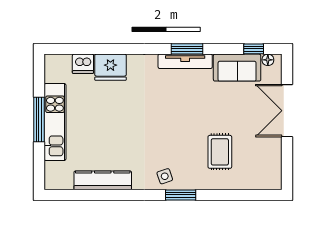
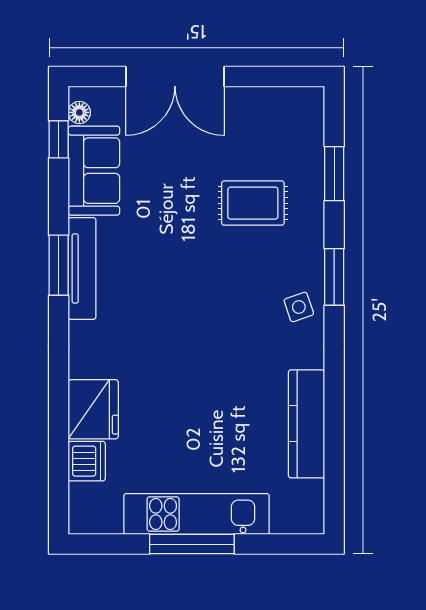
window: (235, 195) -> (334, 174), added

